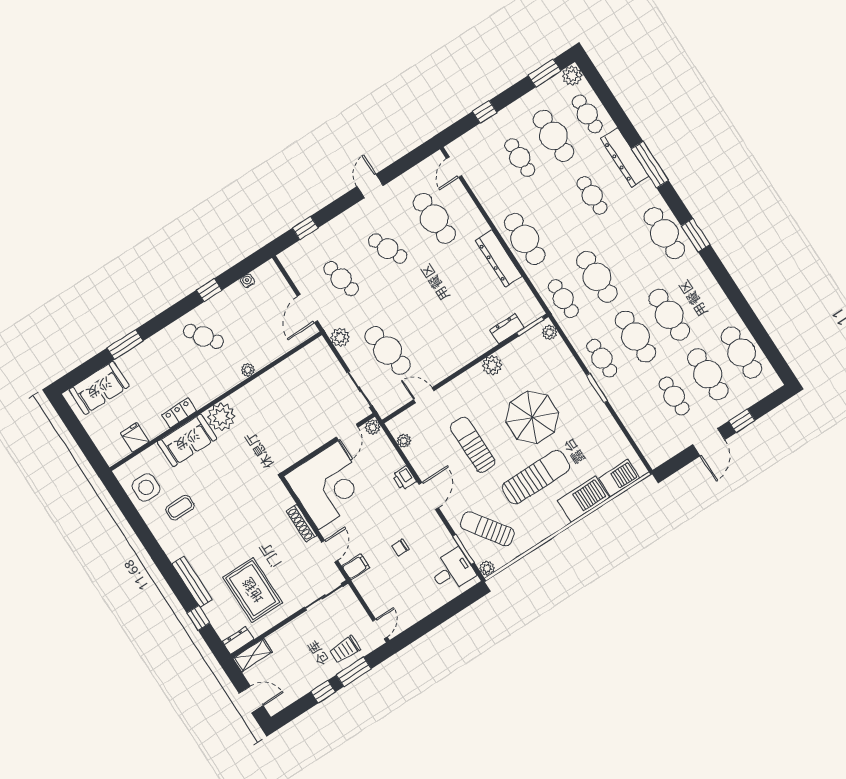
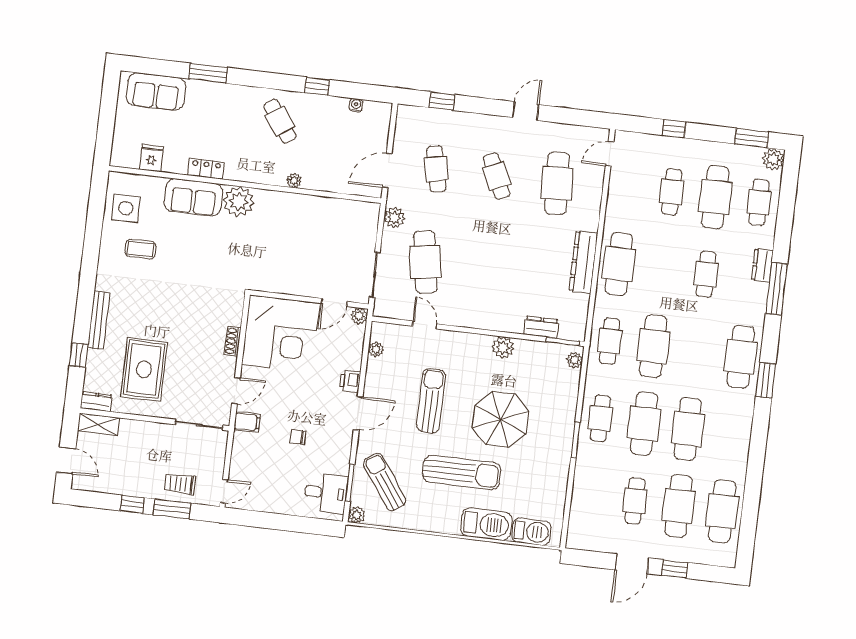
dresser: (625, 157) -> (762, 265), width x0.51, depth x0.80
shoe rack: (301, 523) -> (233, 341), width x0.70

